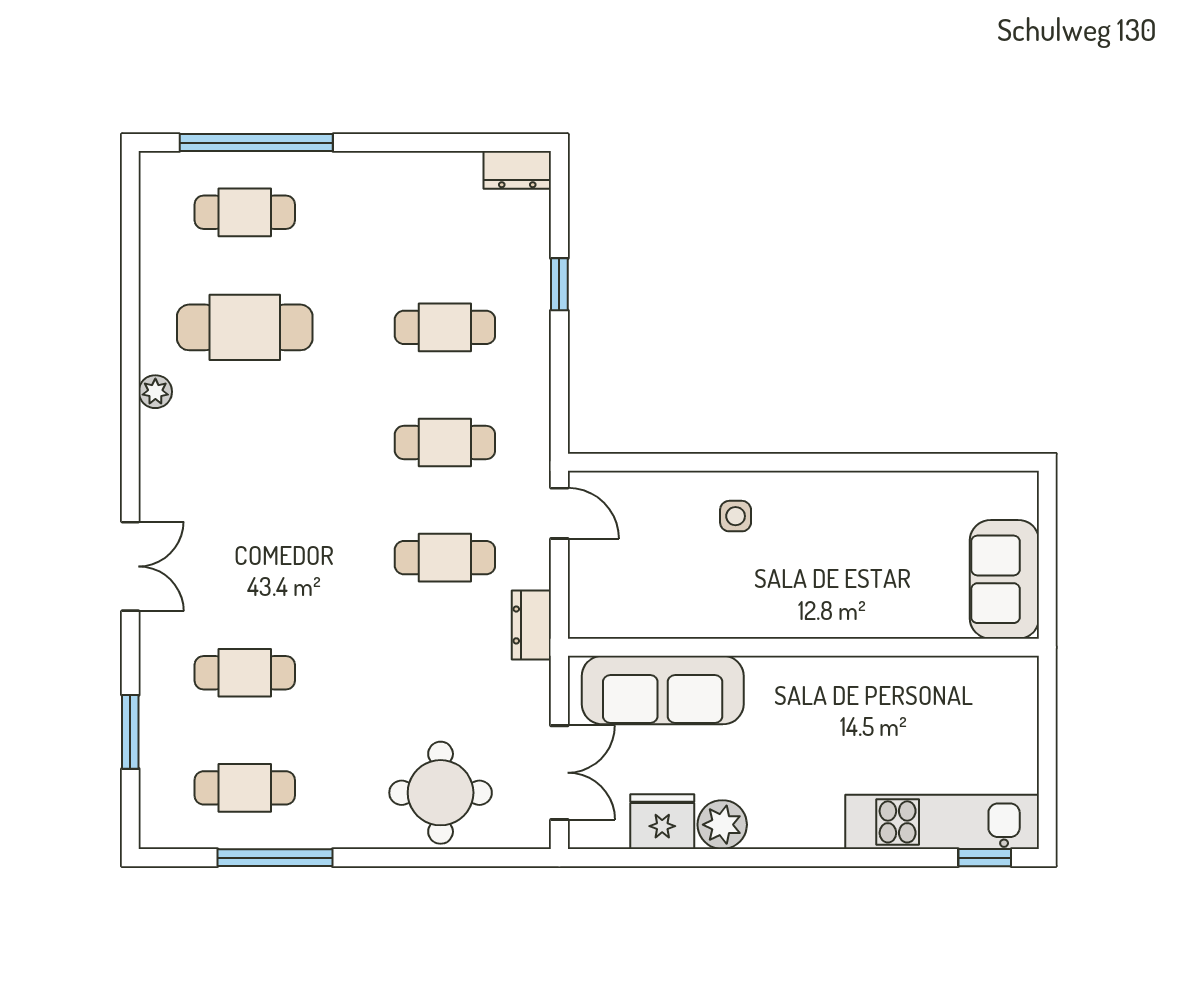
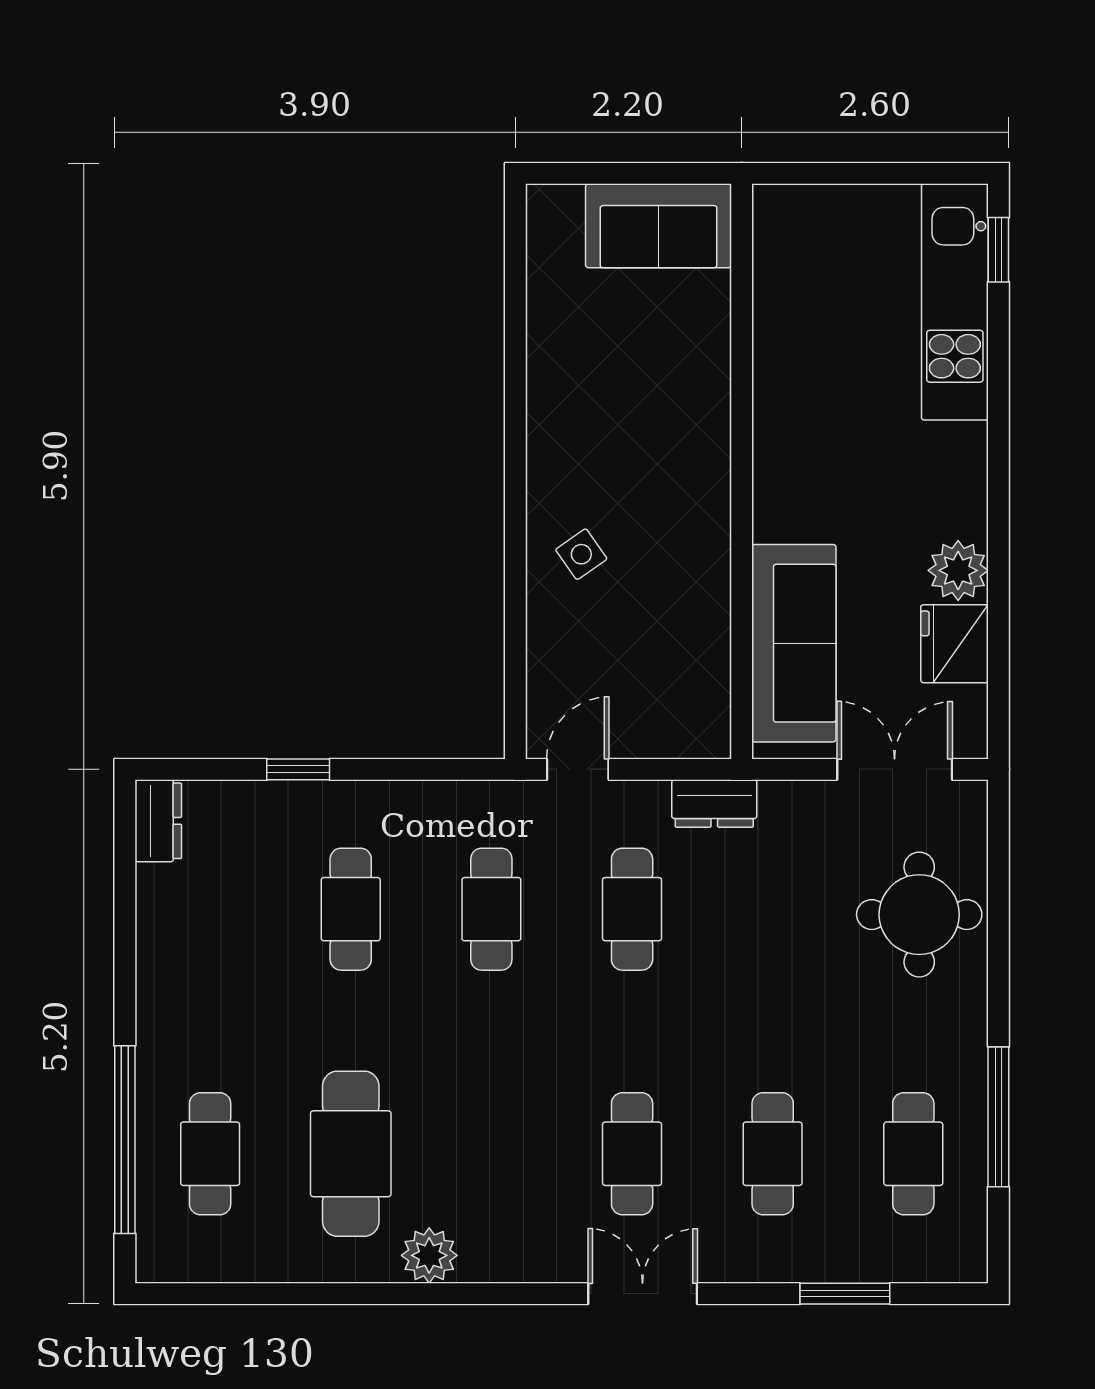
plant: (155, 392) -> (429, 1255), width x1.38, depth x1.38
side table: (736, 516) -> (581, 554), turned -35
cafe table: (245, 558) -> (632, 1154), added

